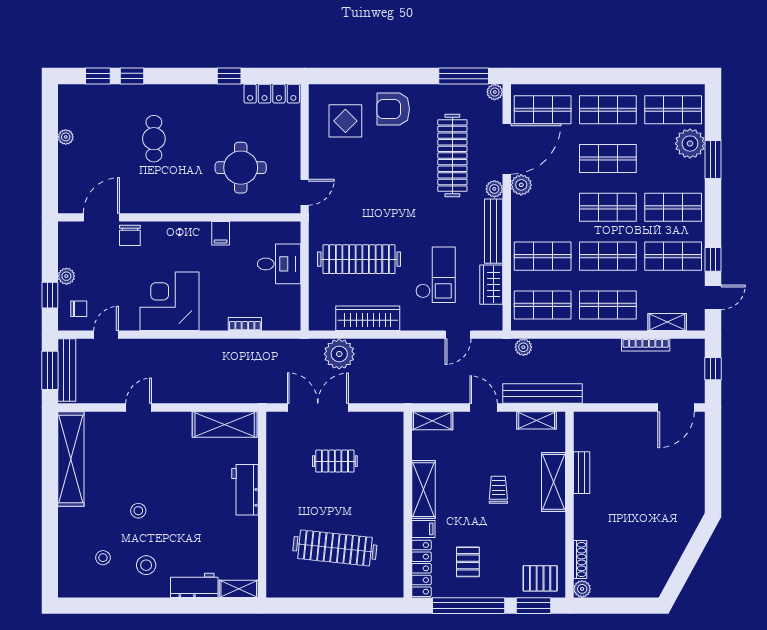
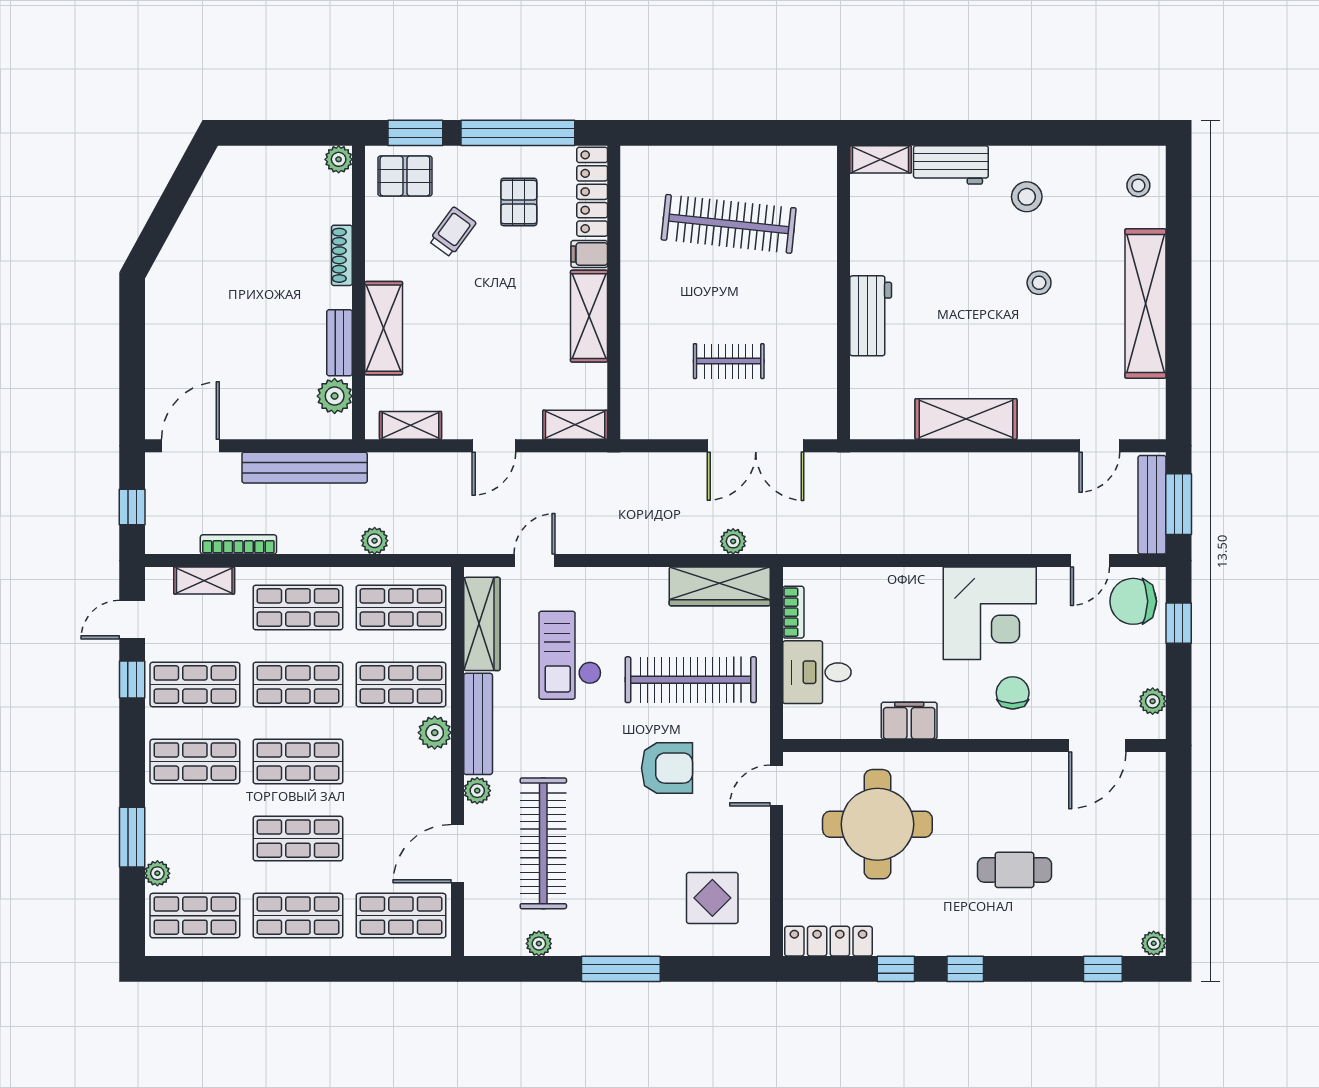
window: (132, 76) -> (965, 969), moved
window: (464, 76) -> (621, 969), moved
plant: (495, 92) -> (539, 944), moved
armchair: (393, 109) -> (667, 768), moved
plant: (66, 137) -> (1154, 943), moved
cafe table: (154, 139) -> (1014, 870), turned 90
plant: (690, 144) -> (157, 873), width x0.53, depth x0.53
door: (507, 149) -> (457, 854), width x0.73
round table: (241, 168) -> (877, 824), width x1.36, depth x1.36
plant: (521, 185) -> (435, 733), moved
filing cabinet: (221, 233) -> (909, 721), width x2.00
chair: (130, 235) -> (1013, 693), moved
plant: (66, 276) -> (1153, 701), moved
wardrobe: (491, 285) -> (482, 624), width x1.50
chair: (79, 309) -> (1133, 601), width x1.87, depth x1.87
wardrobe: (368, 318) -> (720, 586), moved
bookcase: (245, 324) -> (793, 612), moved, turned -90
plant: (523, 347) -> (375, 541), moved
plant: (339, 354) -> (733, 541), width x0.53, depth x0.53
bench: (543, 394) -> (305, 468), moved
door: (139, 407) -> (1099, 446), moved
door: (484, 407) -> (494, 446), hinge flipped
shelving: (225, 424) -> (966, 419), moved
plant: (585, 439) -> (335, 396), added
shelving: (71, 459) -> (1145, 303), moved
trolley: (498, 490) -> (452, 232), moved, turned -144
stool: (103, 558) -> (1138, 185), moved
shoe rack: (580, 559) -> (342, 255), moved

